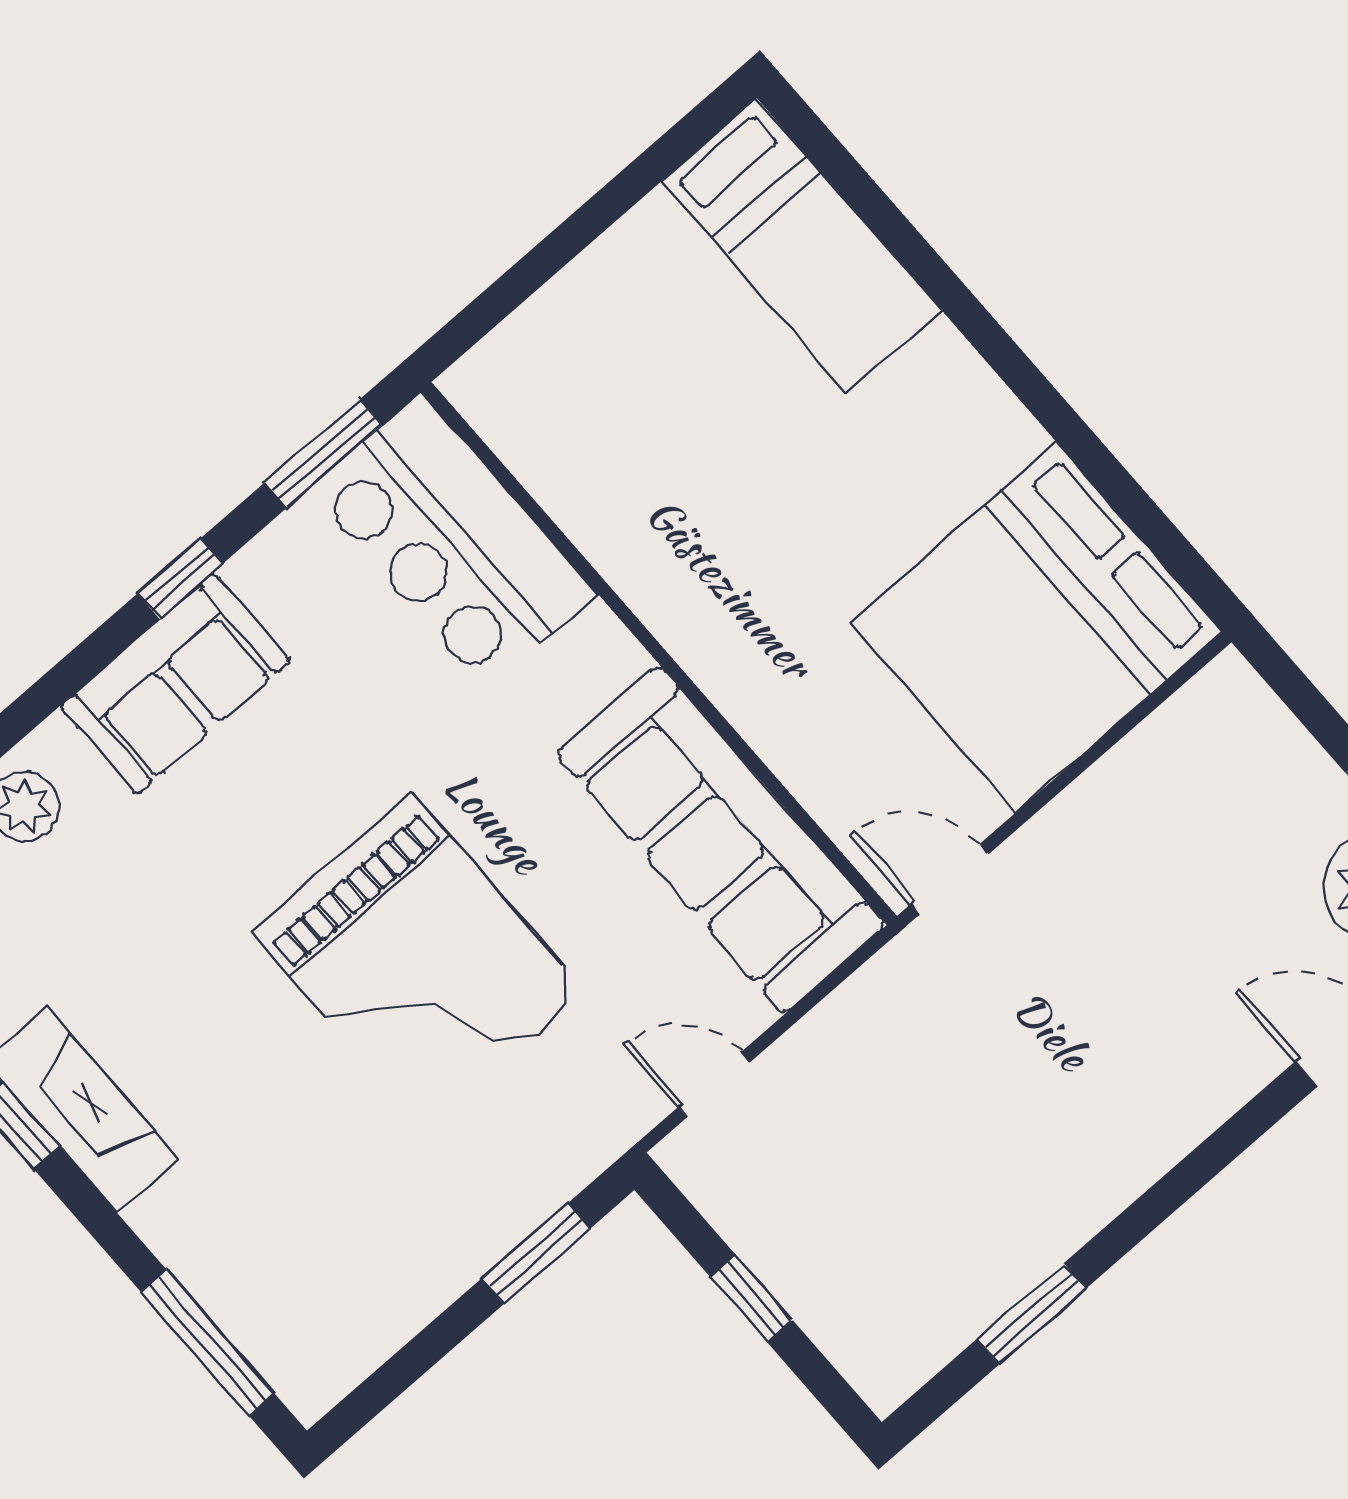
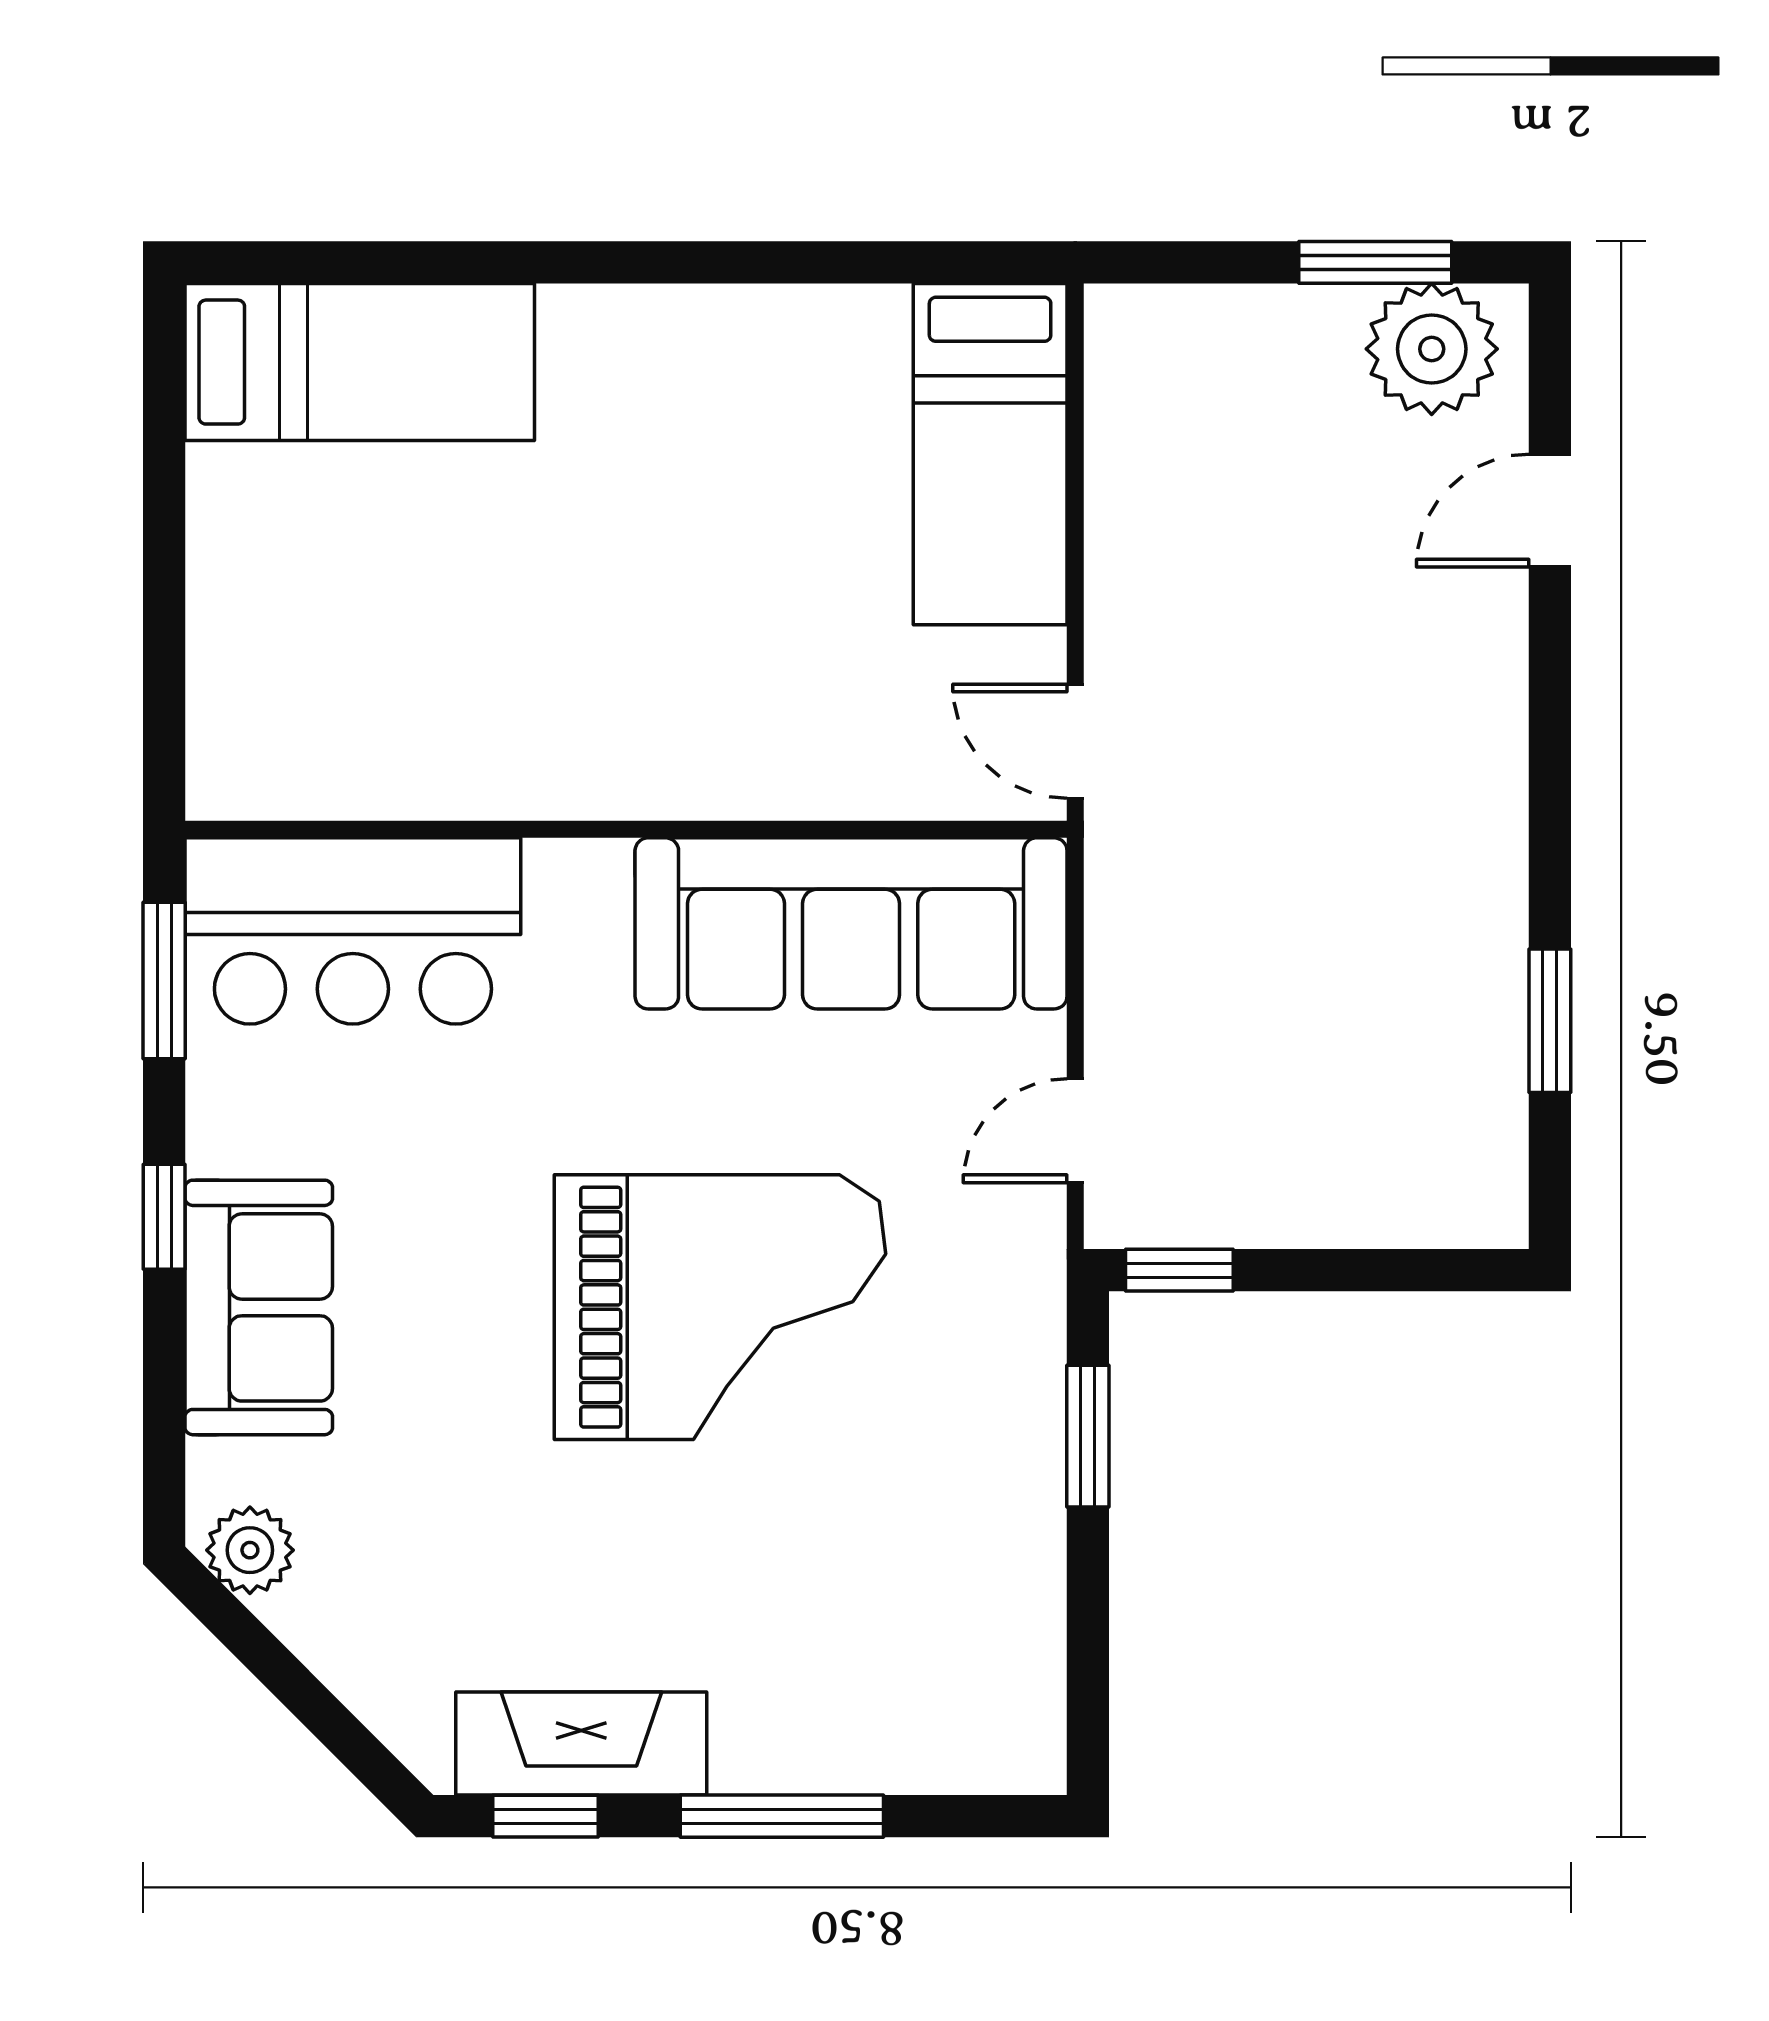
bed: (1036, 627) -> (990, 454), width x0.49
door: (950, 879) -> (1075, 741), hinge flipped
window: (752, 1299) -> (1179, 1270), moved
window: (208, 1343) -> (782, 1816), moved

